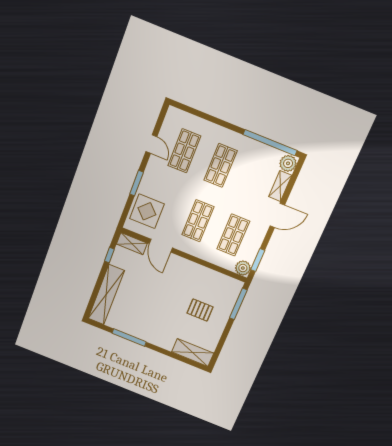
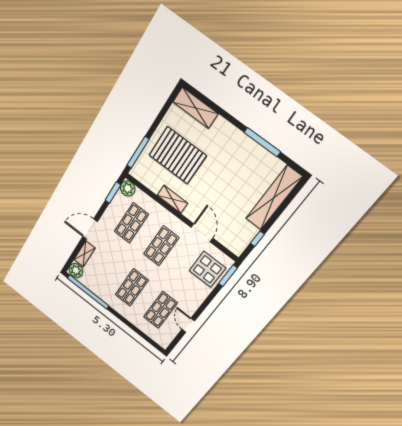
window: (137, 183) -> (228, 276), moved
shelving: (132, 244) -> (172, 199), moved
pallet: (200, 310) -> (177, 155), width x2.05, depth x2.00

